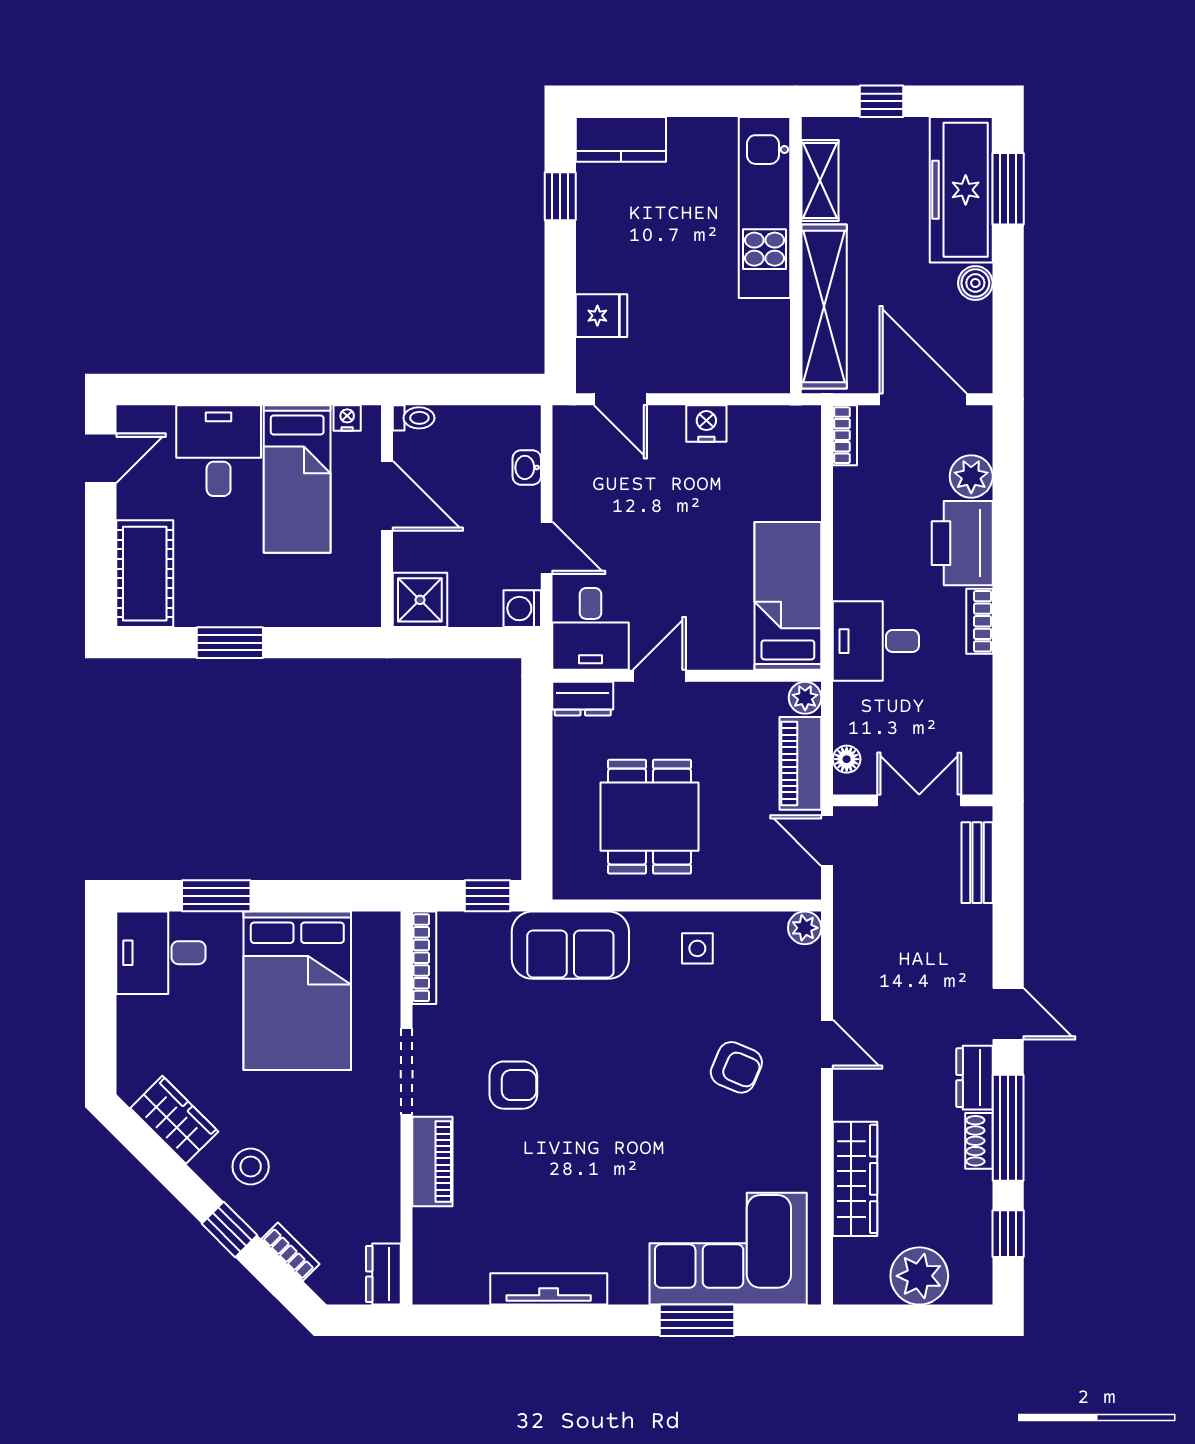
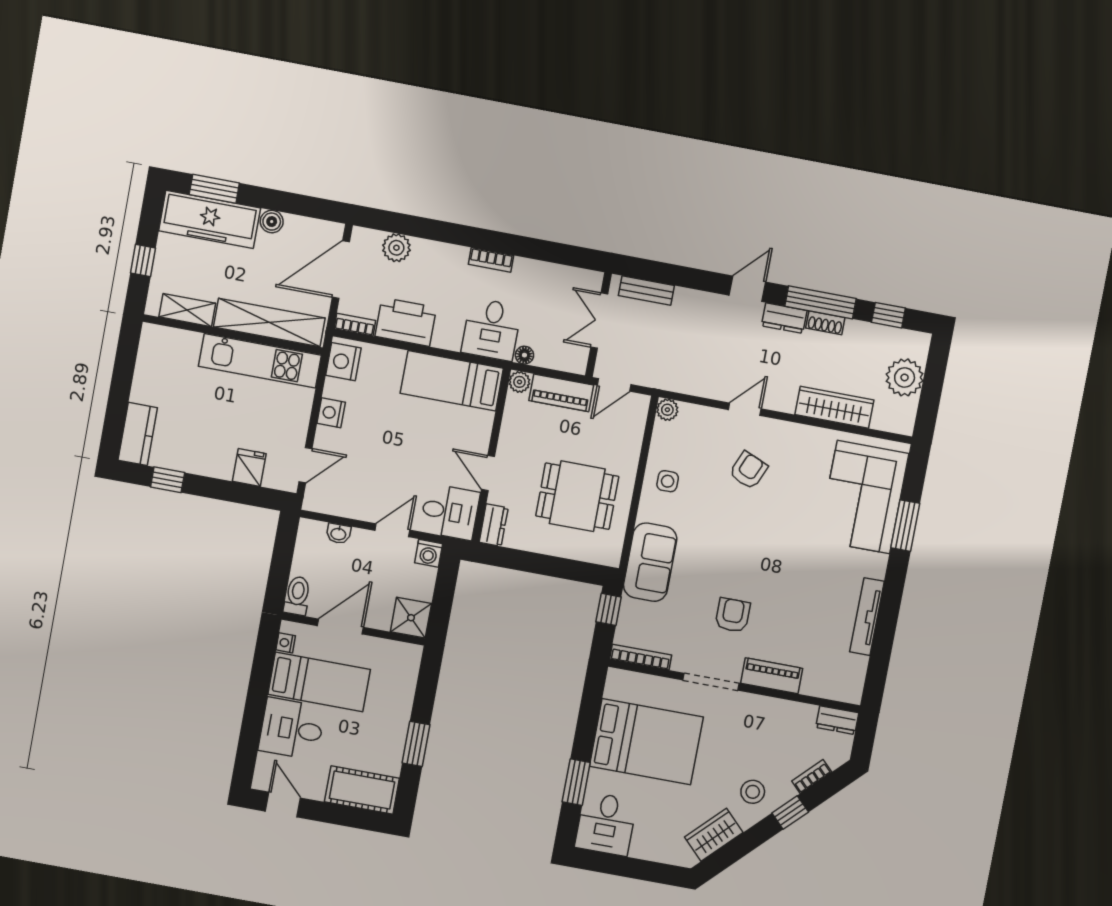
kitchen unit: (764, 207) -> (260, 361), moved
toilet: (414, 418) -> (297, 596), width x1.37, depth x1.39
nightstand: (786, 428) -> (343, 362), added
printer: (962, 543) -> (406, 322), moved, turned 180
floor lamp: (847, 759) -> (524, 355), moved

